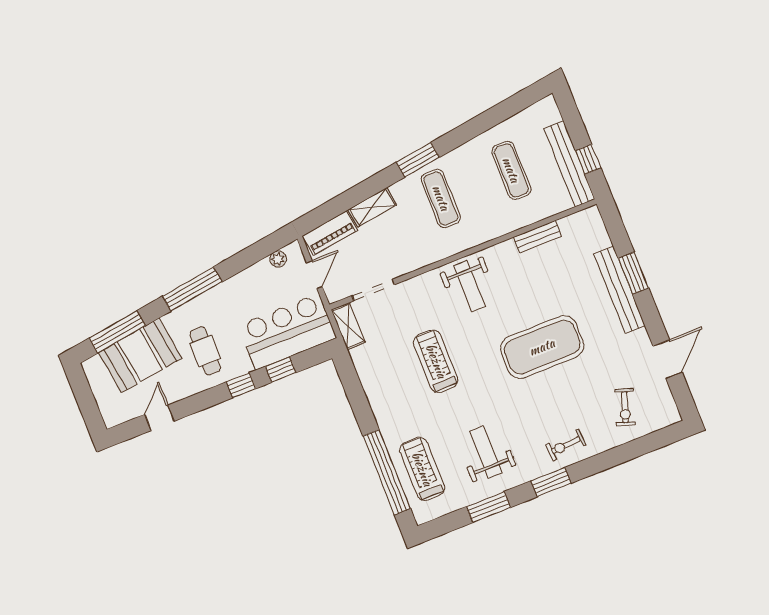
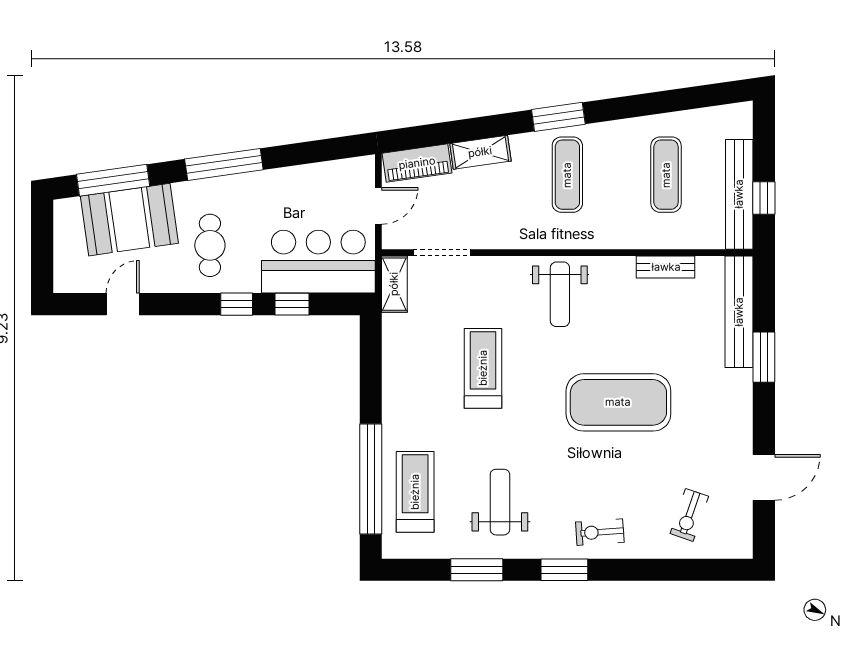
plant: (278, 259) -> (342, 170), removed
bench: (619, 290) -> (739, 312), moved

